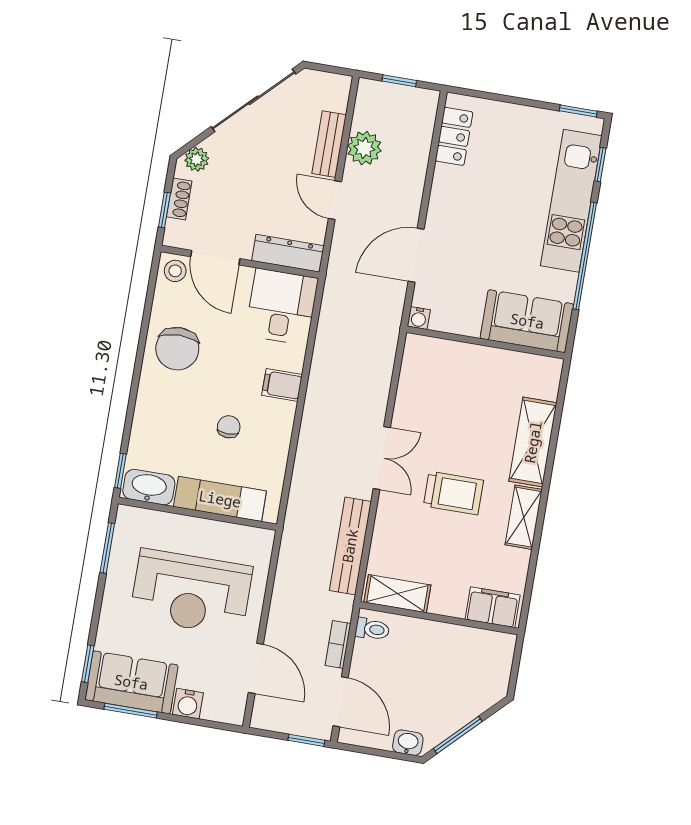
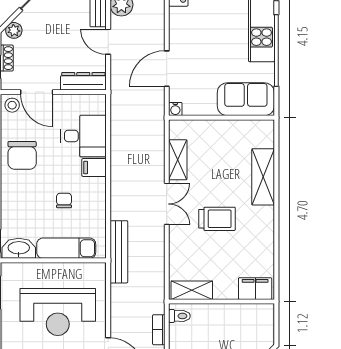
desk: (282, 307) -> (84, 136), moved, turned 90
shelving: (524, 517) -> (178, 160), moved
bench: (350, 546) -> (119, 252), moved

